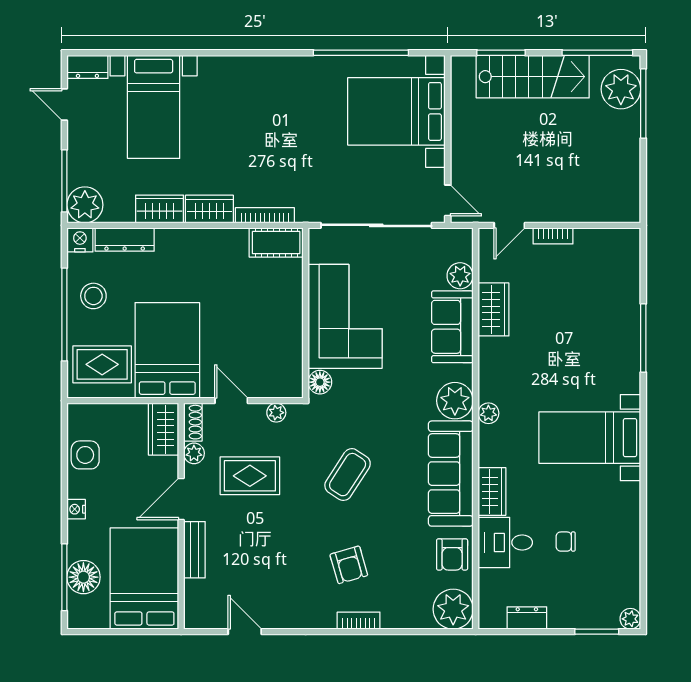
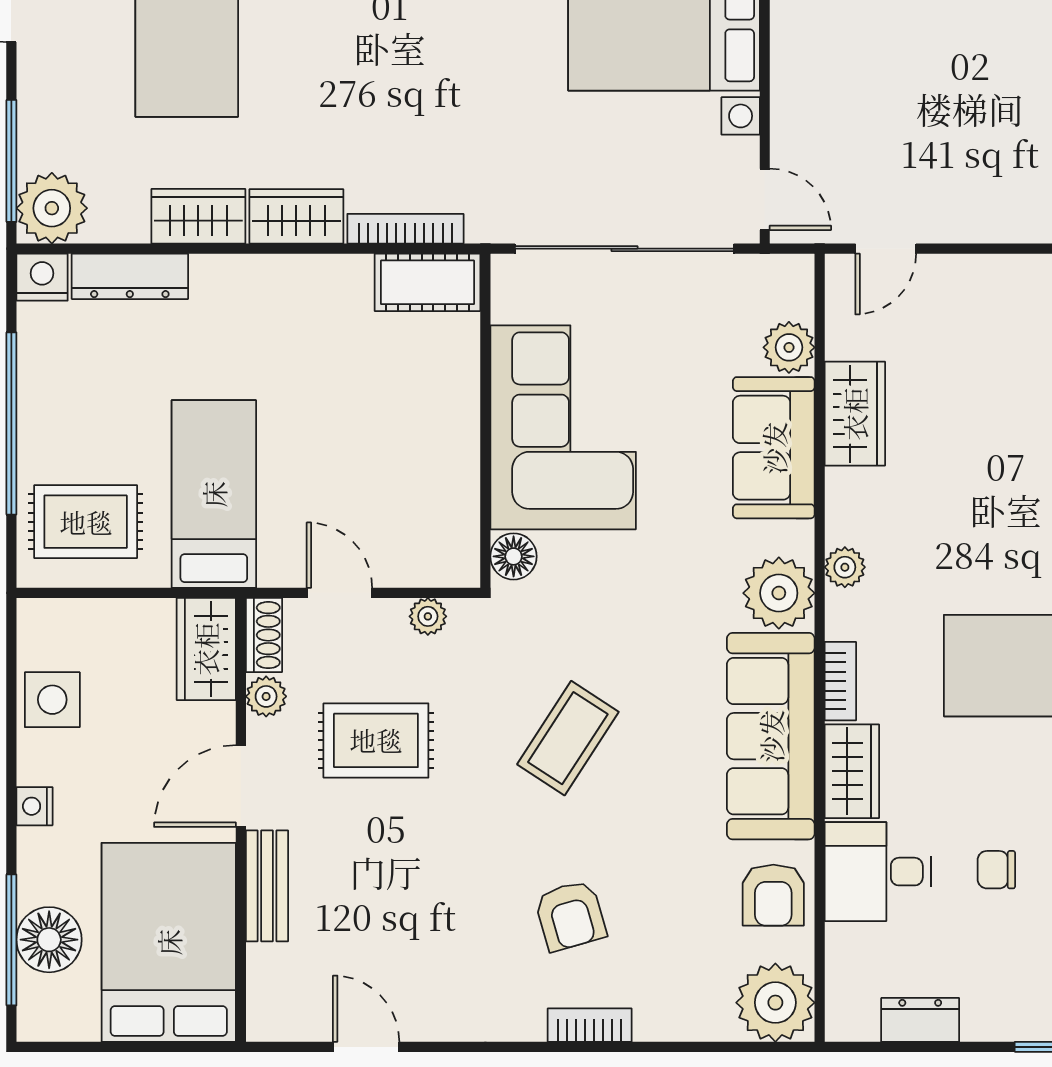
bookcase: (553, 236) -> (840, 681), moved, turned -90
stool: (93, 296) -> (69, 387), removed
bed: (167, 350) -> (214, 494), width x0.67
plant: (488, 413) -> (845, 567), moved

